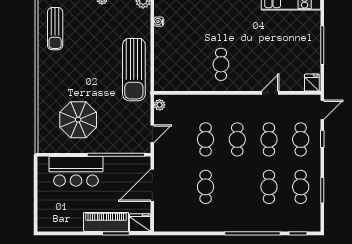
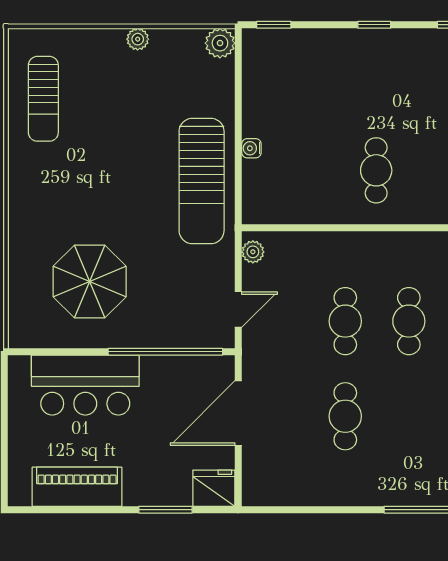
water cooler: (159, 22) -> (251, 148), moved
piano: (106, 222) -> (77, 487), moved

